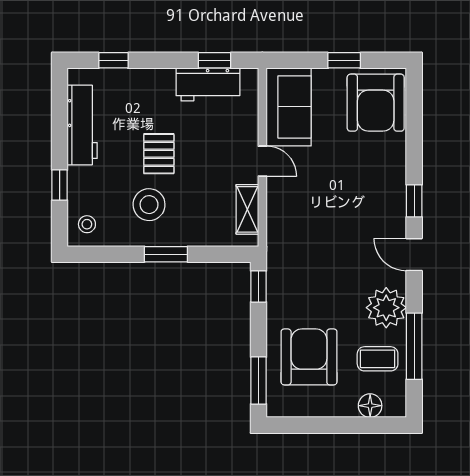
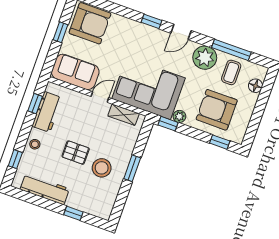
stool: (87, 224) -> (35, 144), moved
corner sofa: (304, 234) -> (148, 88), added
plant: (277, 301) -> (179, 116), added
window: (259, 380) -> (220, 142), width x0.67

